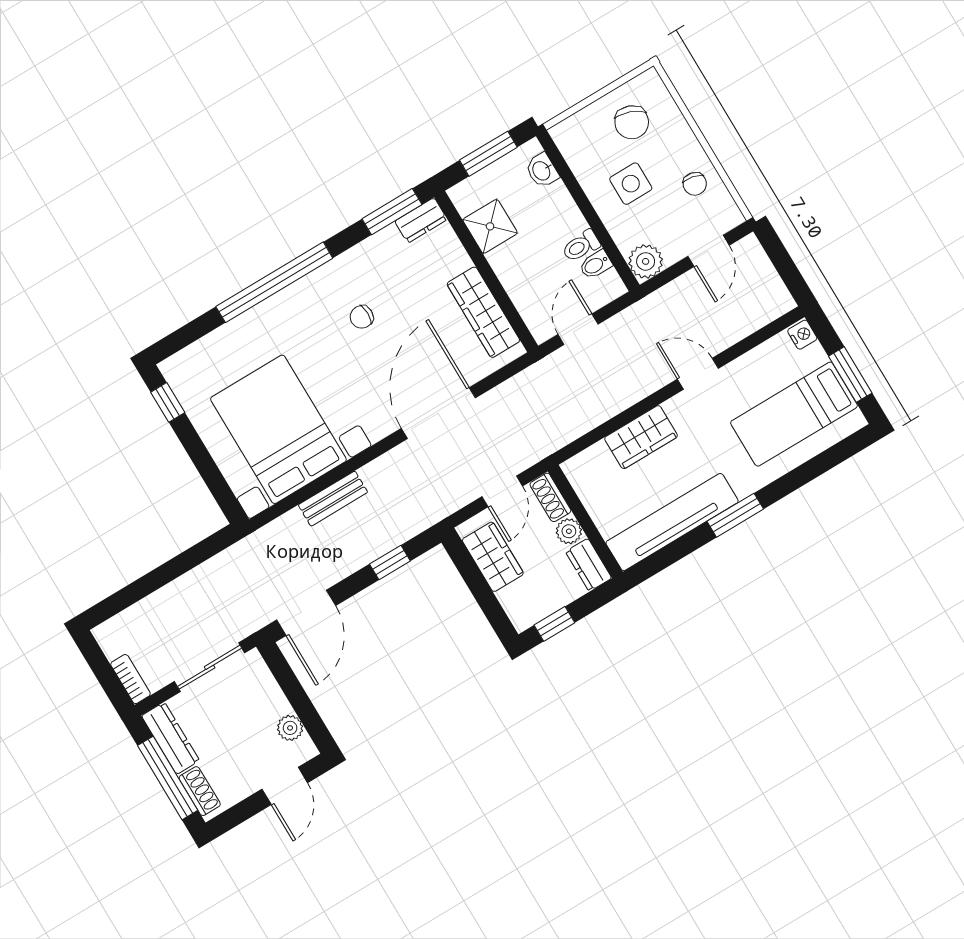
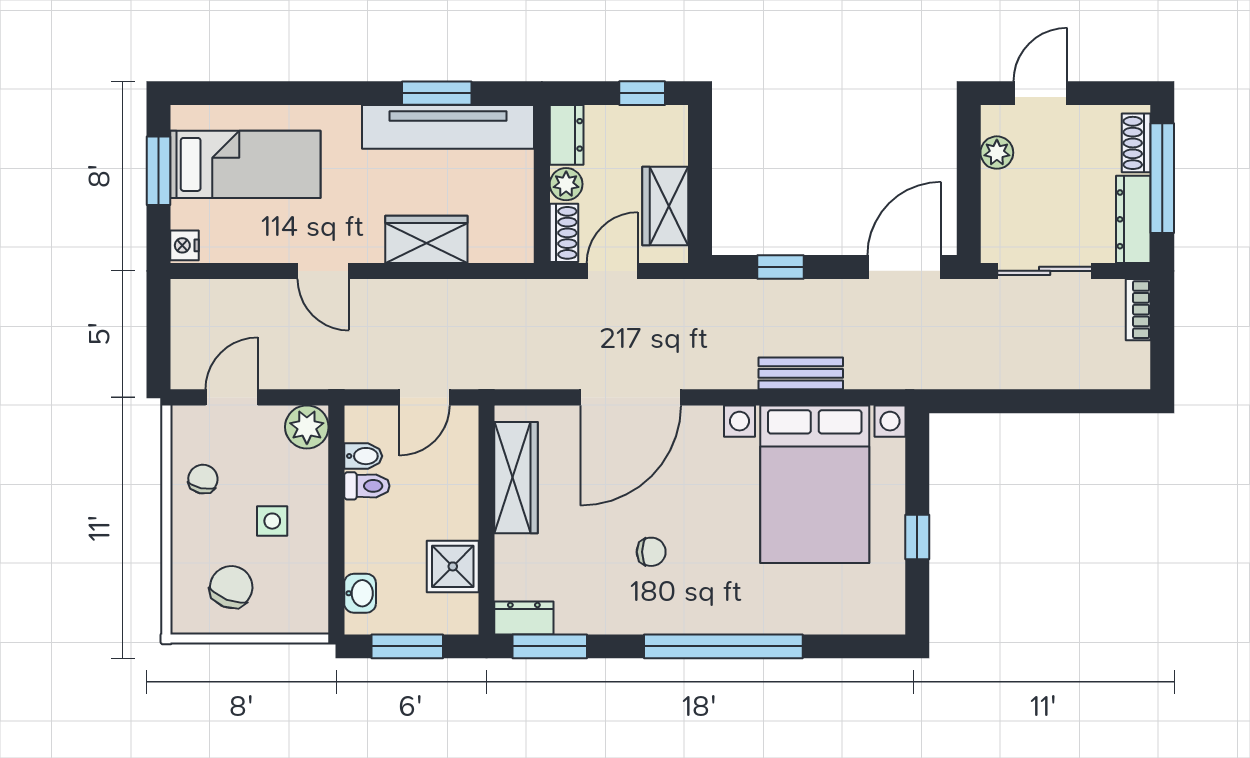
side table: (631, 184) -> (272, 521), width x0.73, depth x0.73
window: (168, 402) -> (917, 537), moved
window: (735, 515) -> (437, 93), moved

